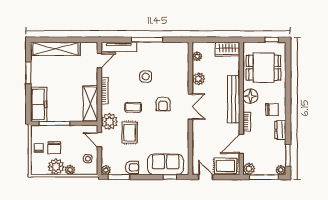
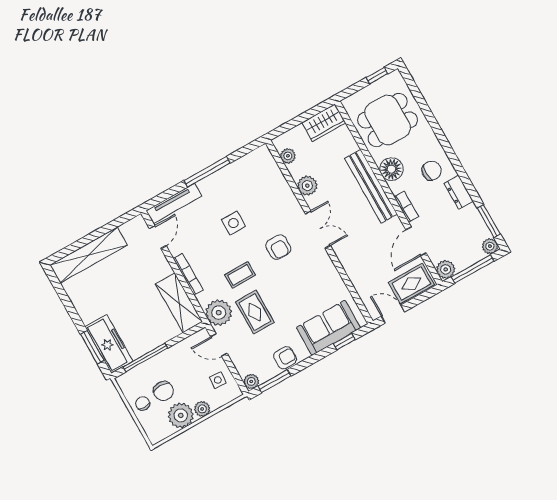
window: (28, 72) -> (92, 347), moved

